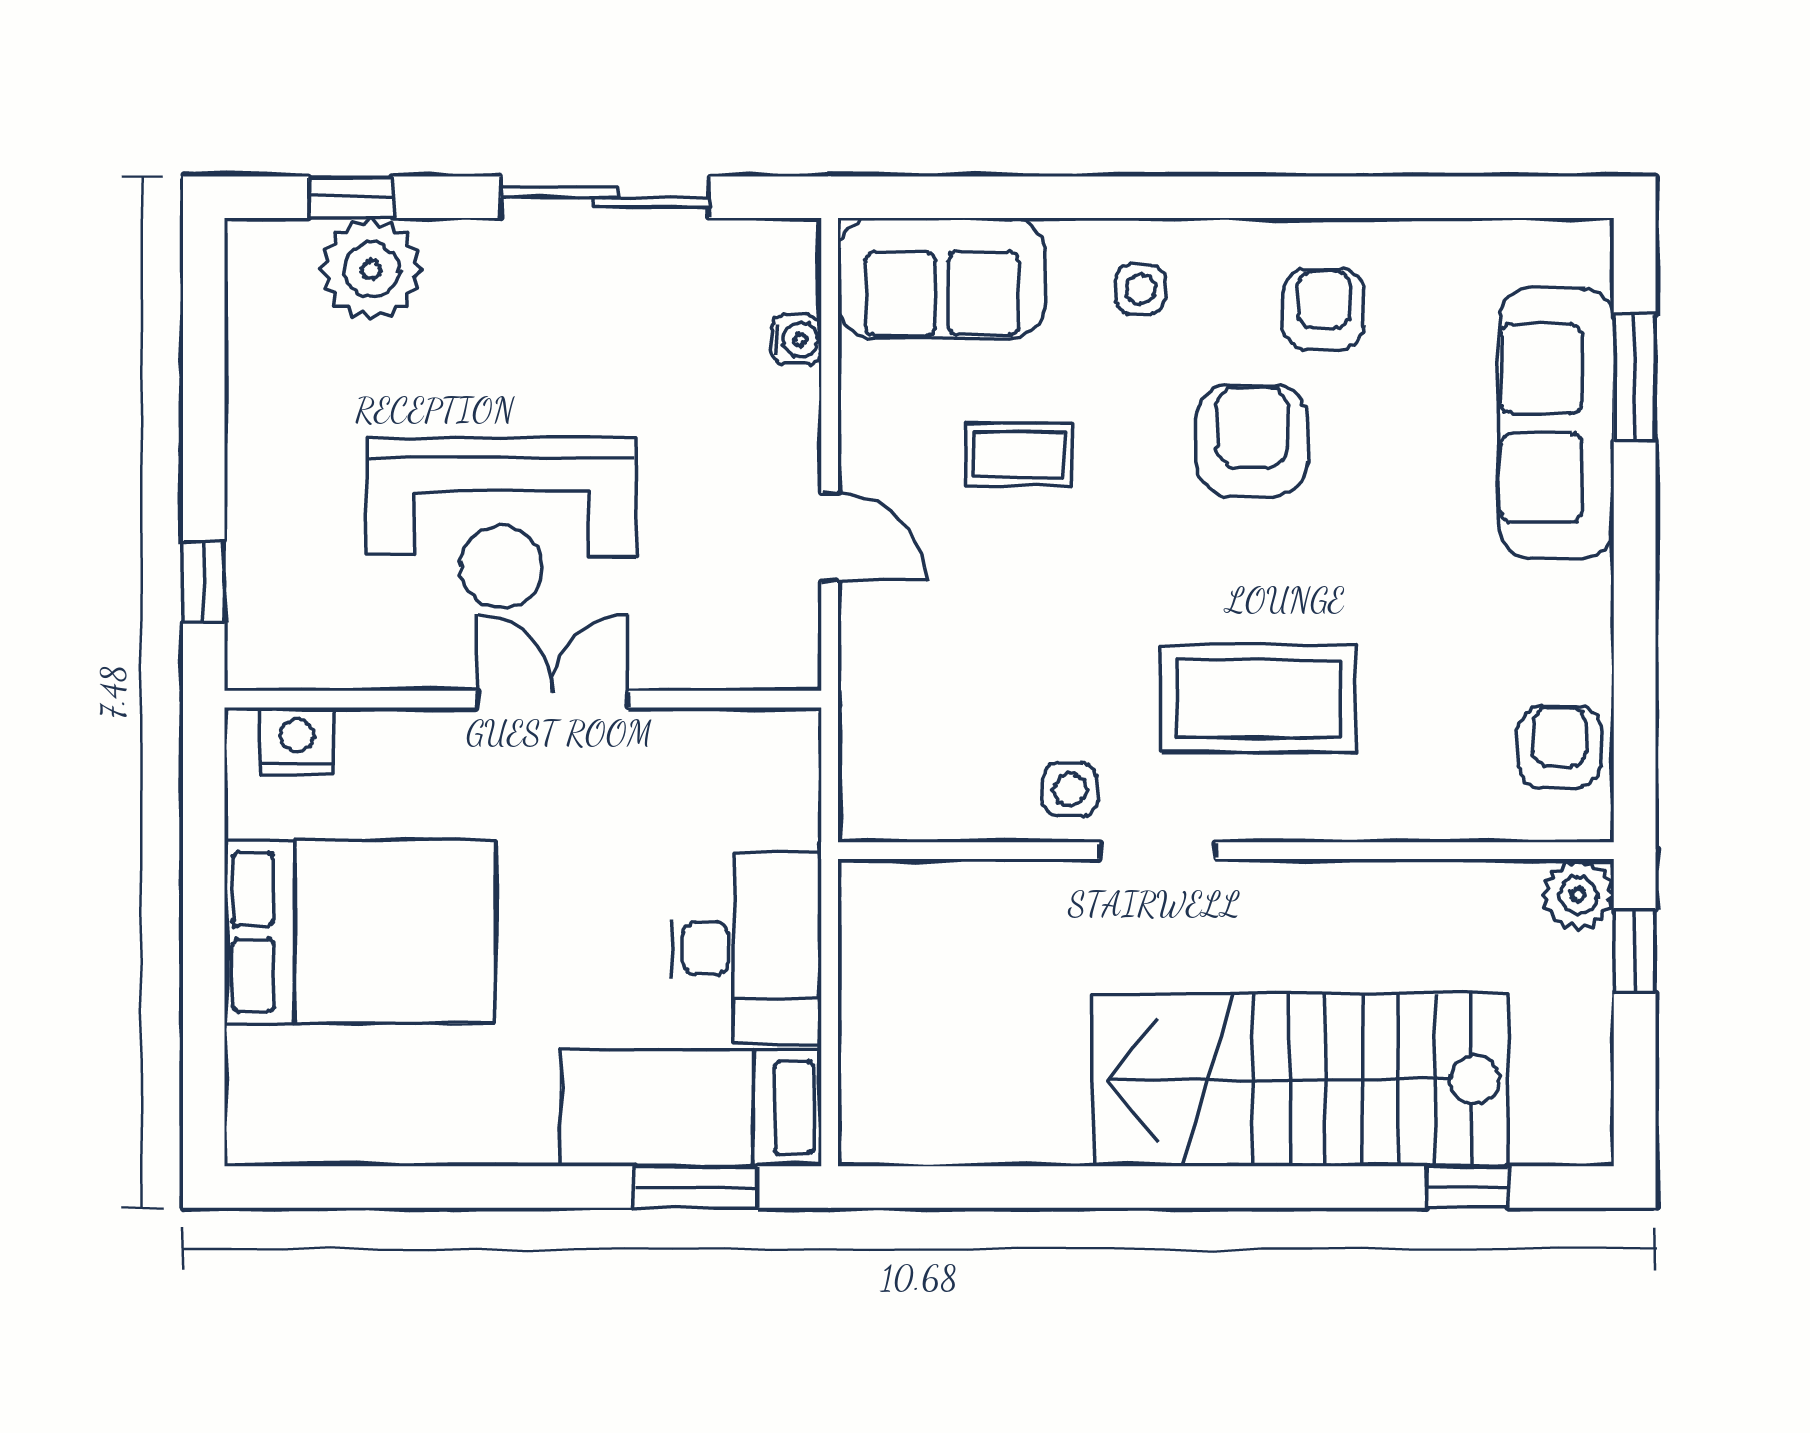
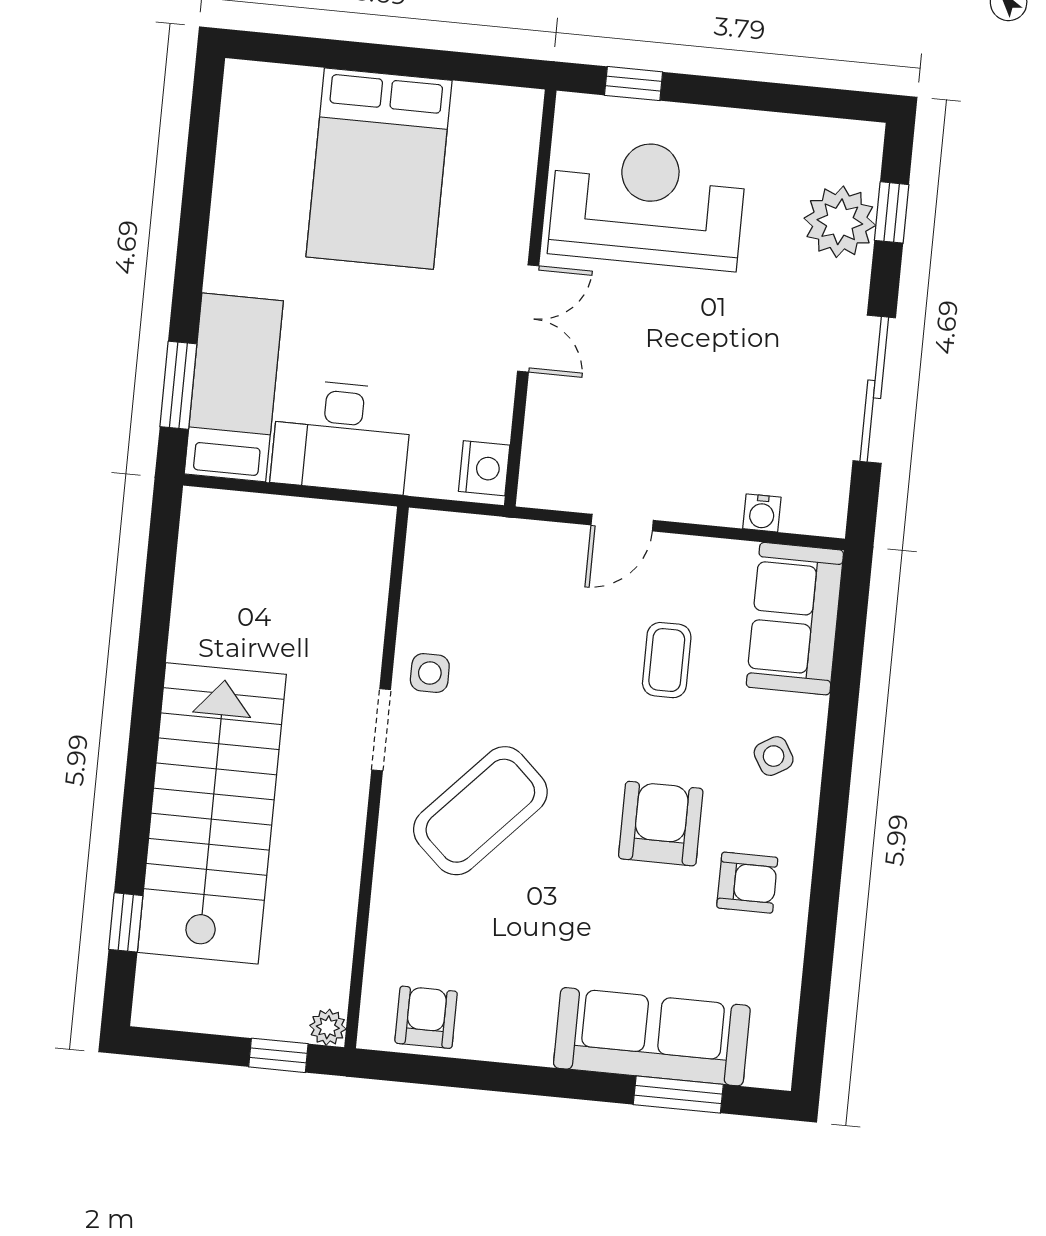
side table: (1140, 289) -> (774, 756), turned -31
armchair: (1252, 440) -> (661, 824), turned -90
reception desk: (501, 523) -> (647, 203), moved, turned 90
coffee table: (1259, 698) -> (480, 811), turned 43
nightstand: (297, 741) -> (484, 468), moved
armchair: (1560, 747) -> (426, 1017), turned -90
plant: (1578, 895) -> (328, 1027), width x0.73, depth x0.73

